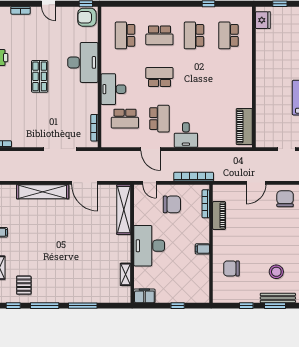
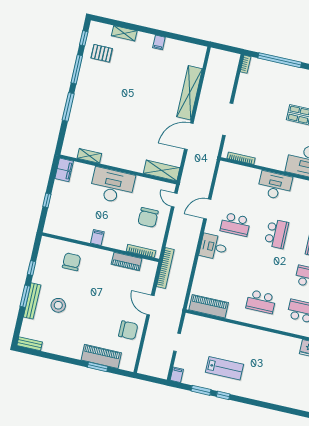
school desk: (125, 119) -> (261, 302), moved, turned -90
bookcase: (194, 177) -> (165, 268), moved
door: (149, 183) -> (174, 200), hinge flipped
shelving: (124, 210) -> (162, 171), width x0.68

